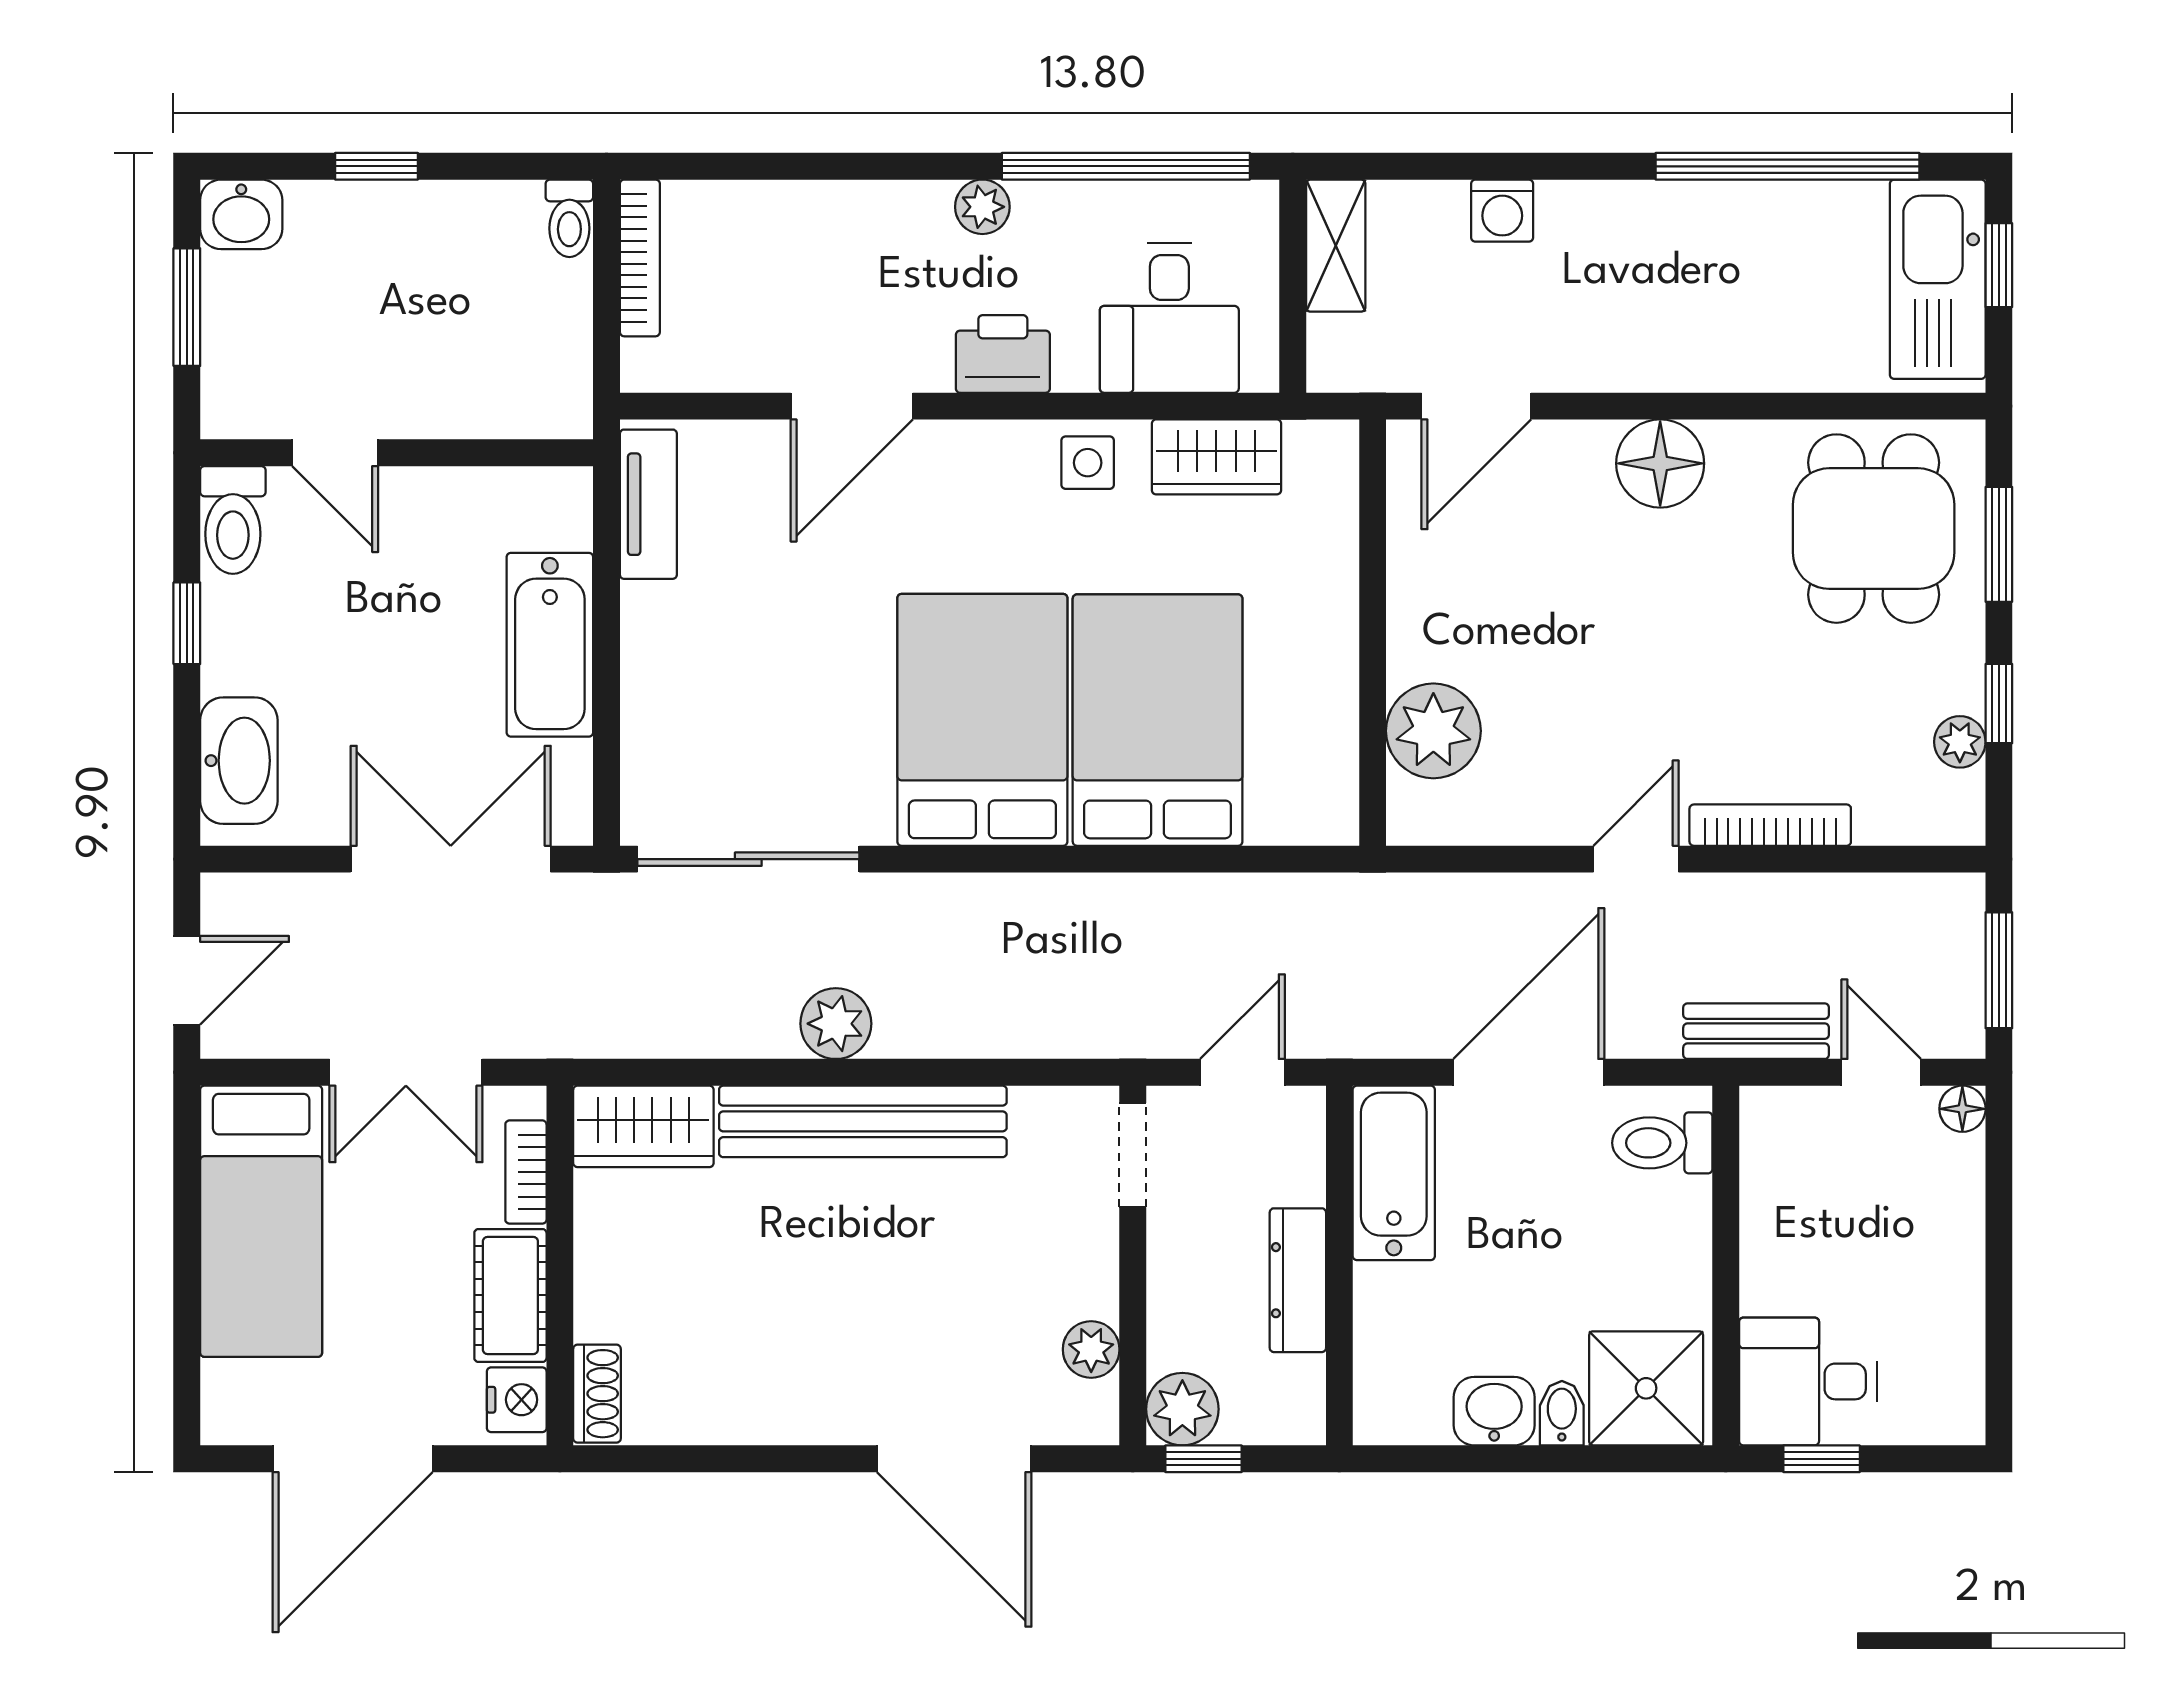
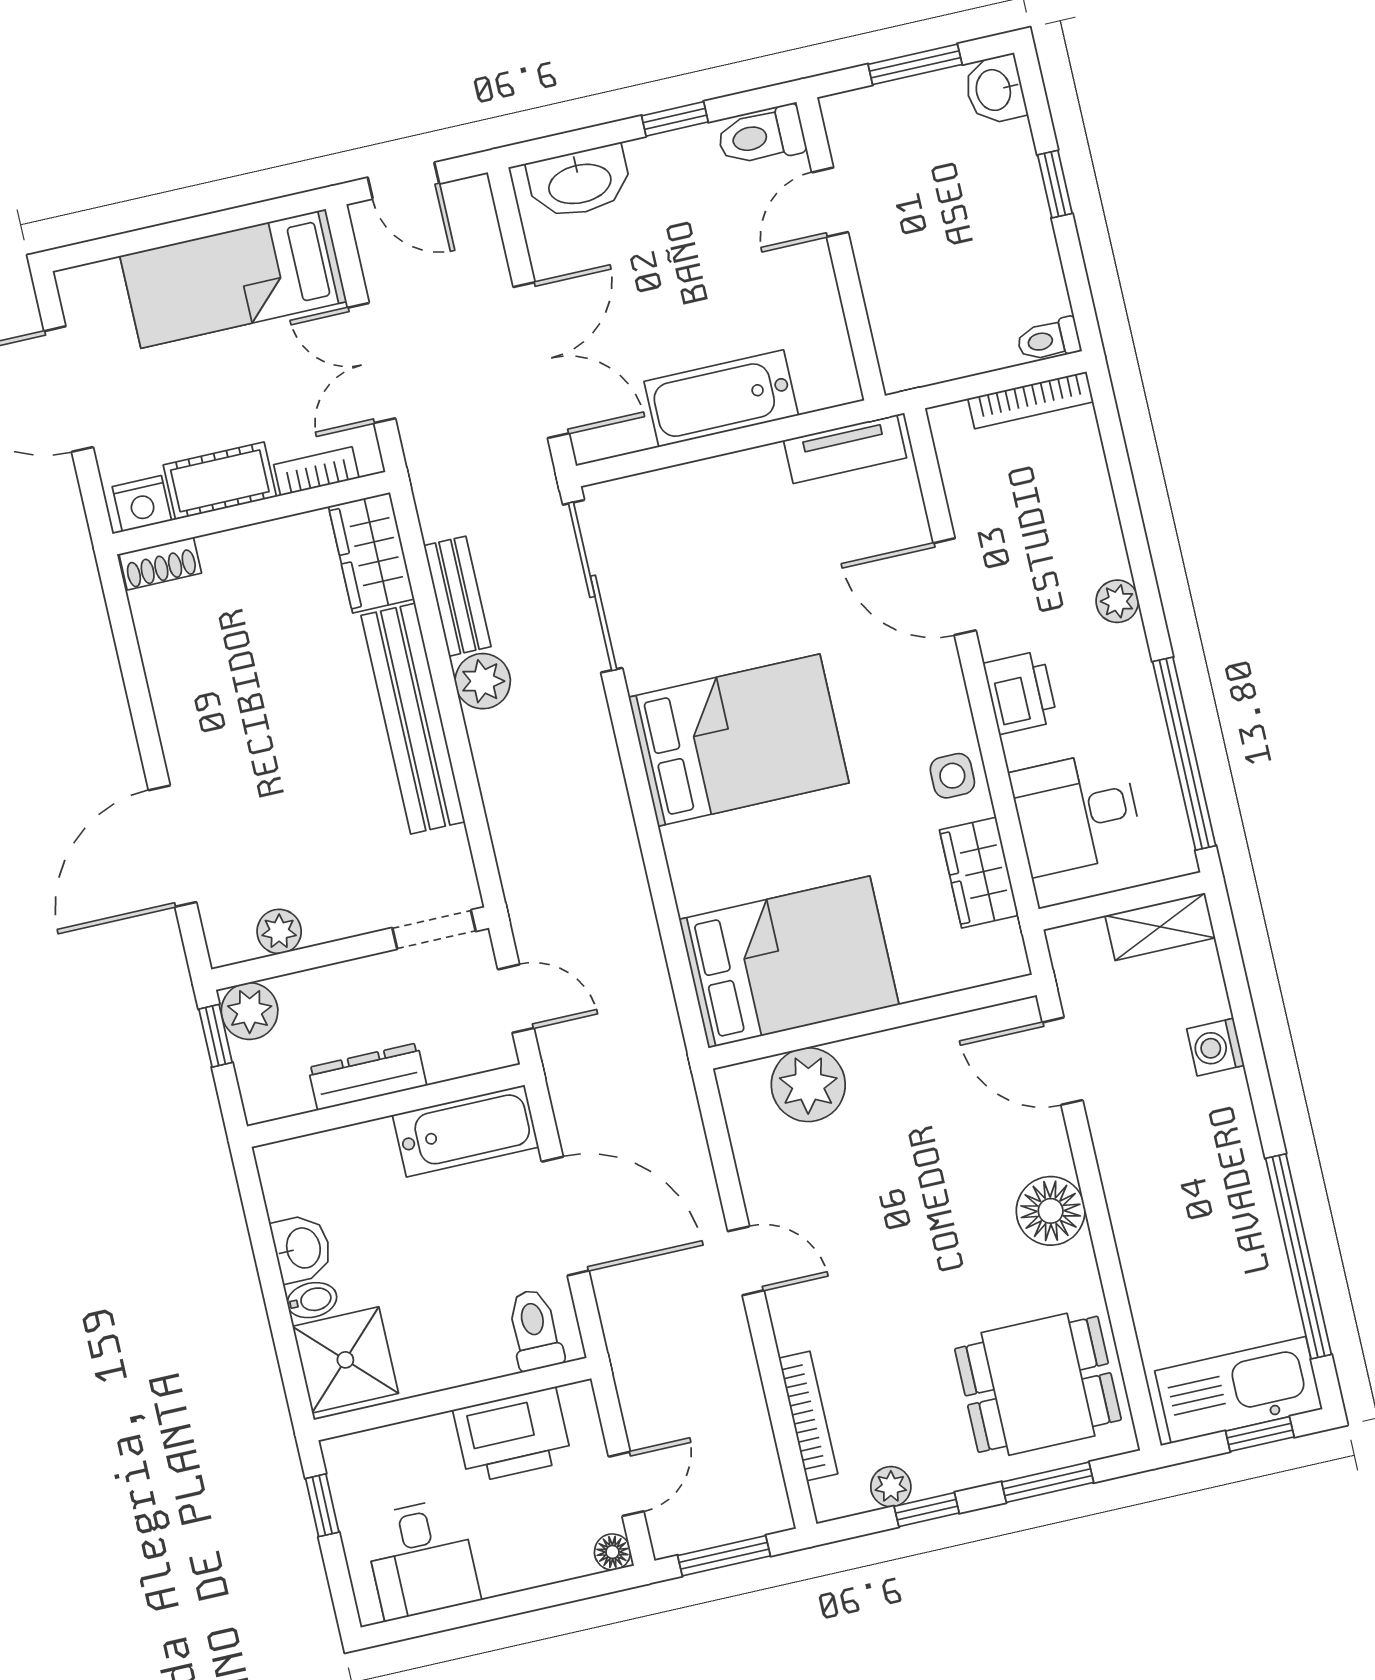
plant: (982, 207) -> (1117, 601), moved
bed: (1158, 720) -> (789, 962), moved
bookcase: (1770, 825) -> (808, 1416), moved
bench: (1756, 1031) -> (457, 596), moved
printer: (1788, 1201) -> (513, 1435), added
desk: (1808, 1381) -> (422, 1559), moved, turned 180

